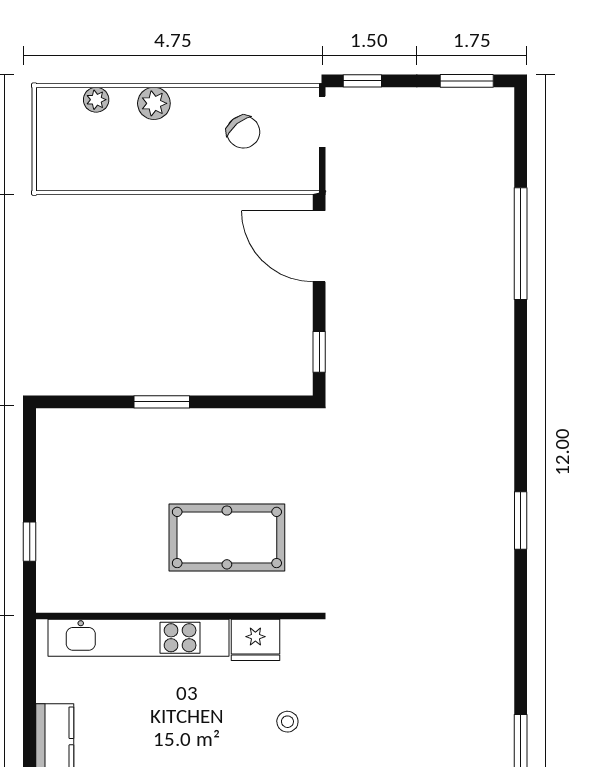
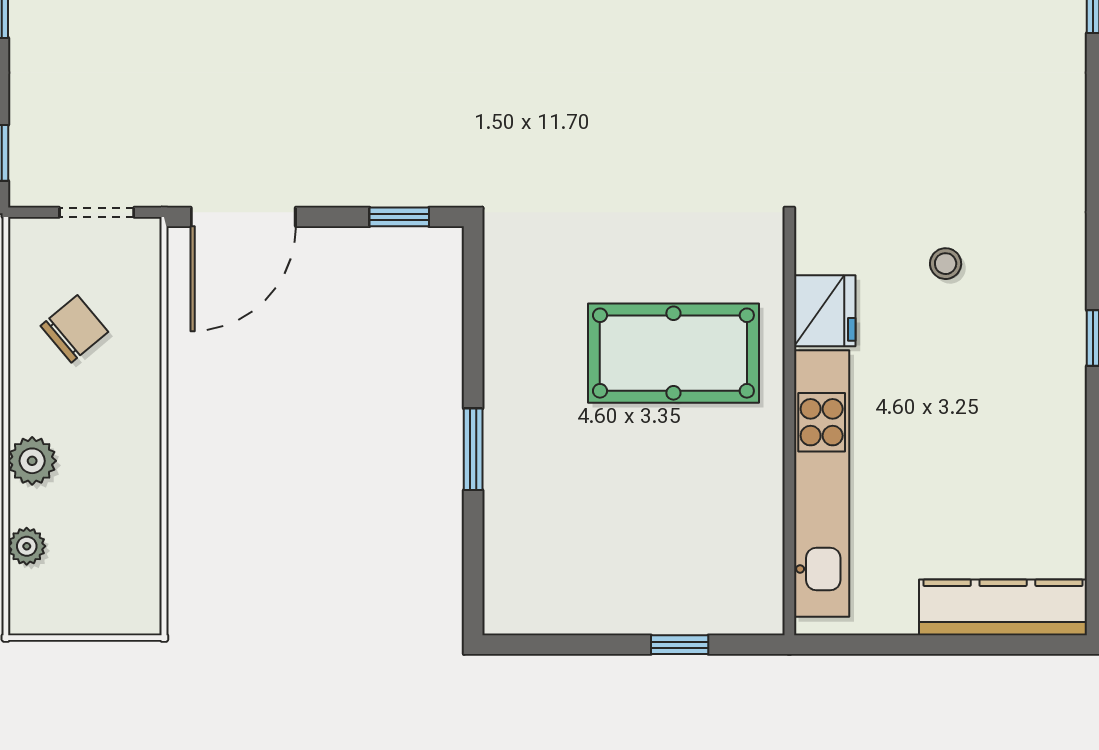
doorway: (322, 122) -> (97, 212), moved
pool table: (227, 537) -> (673, 353), turned 90

